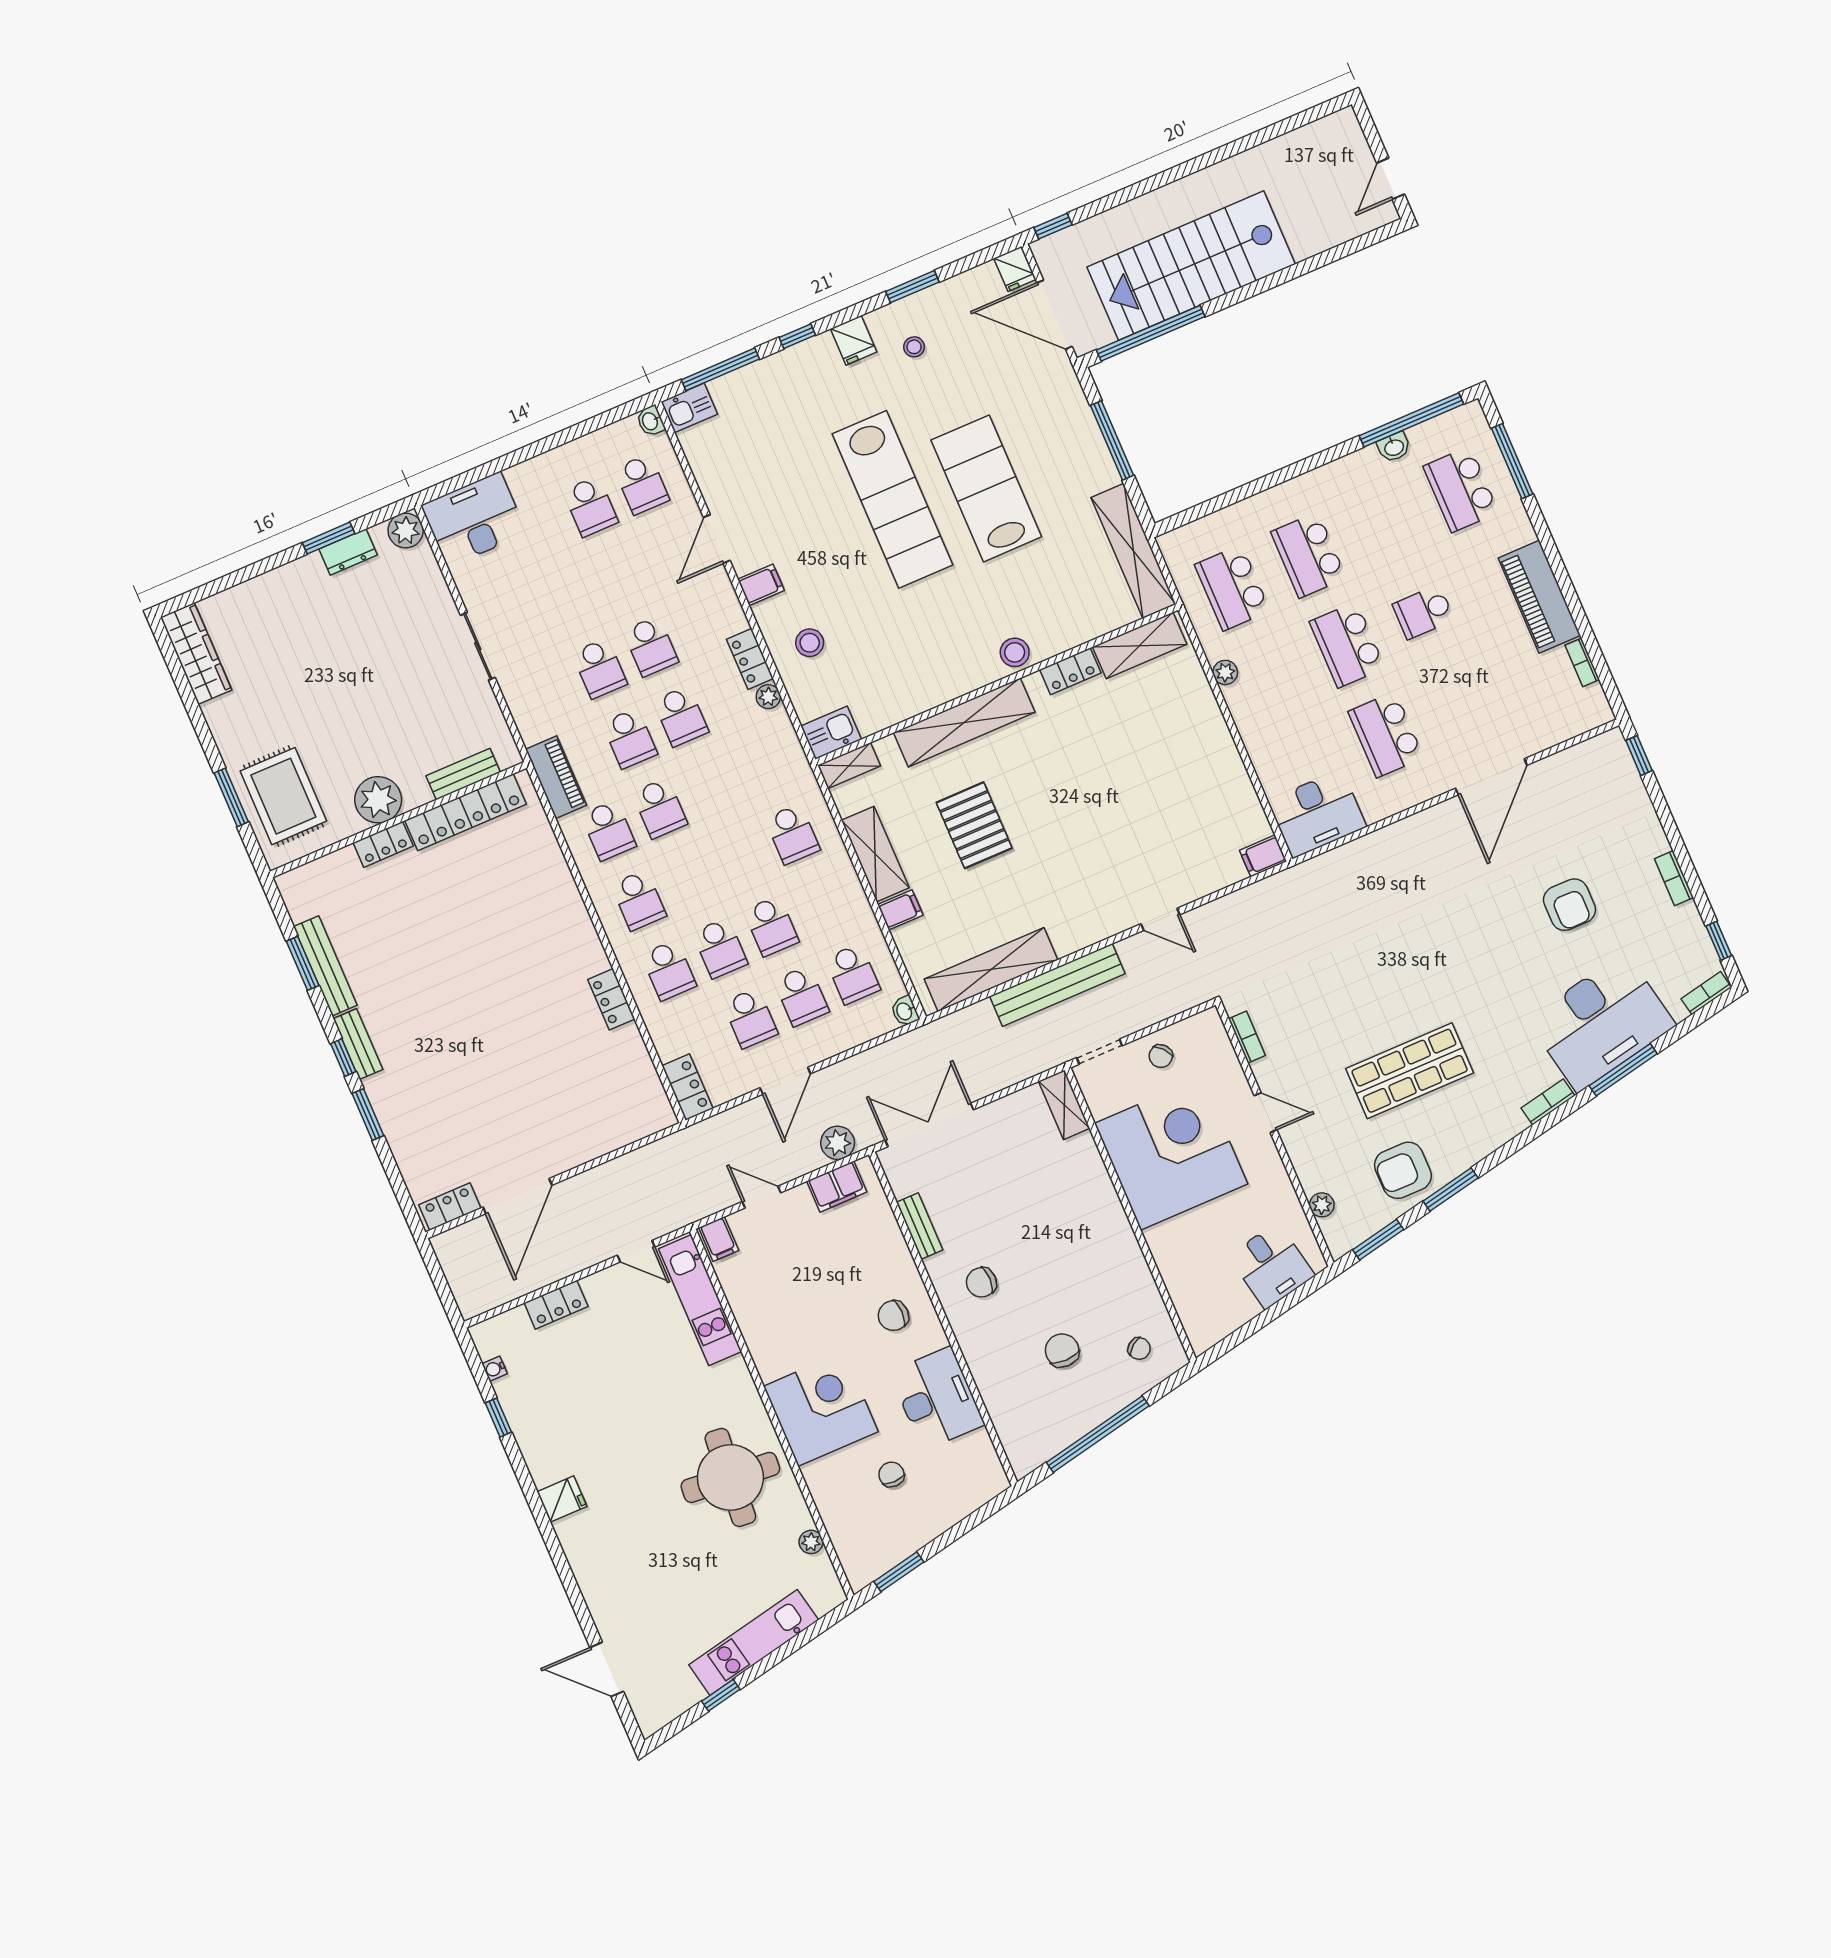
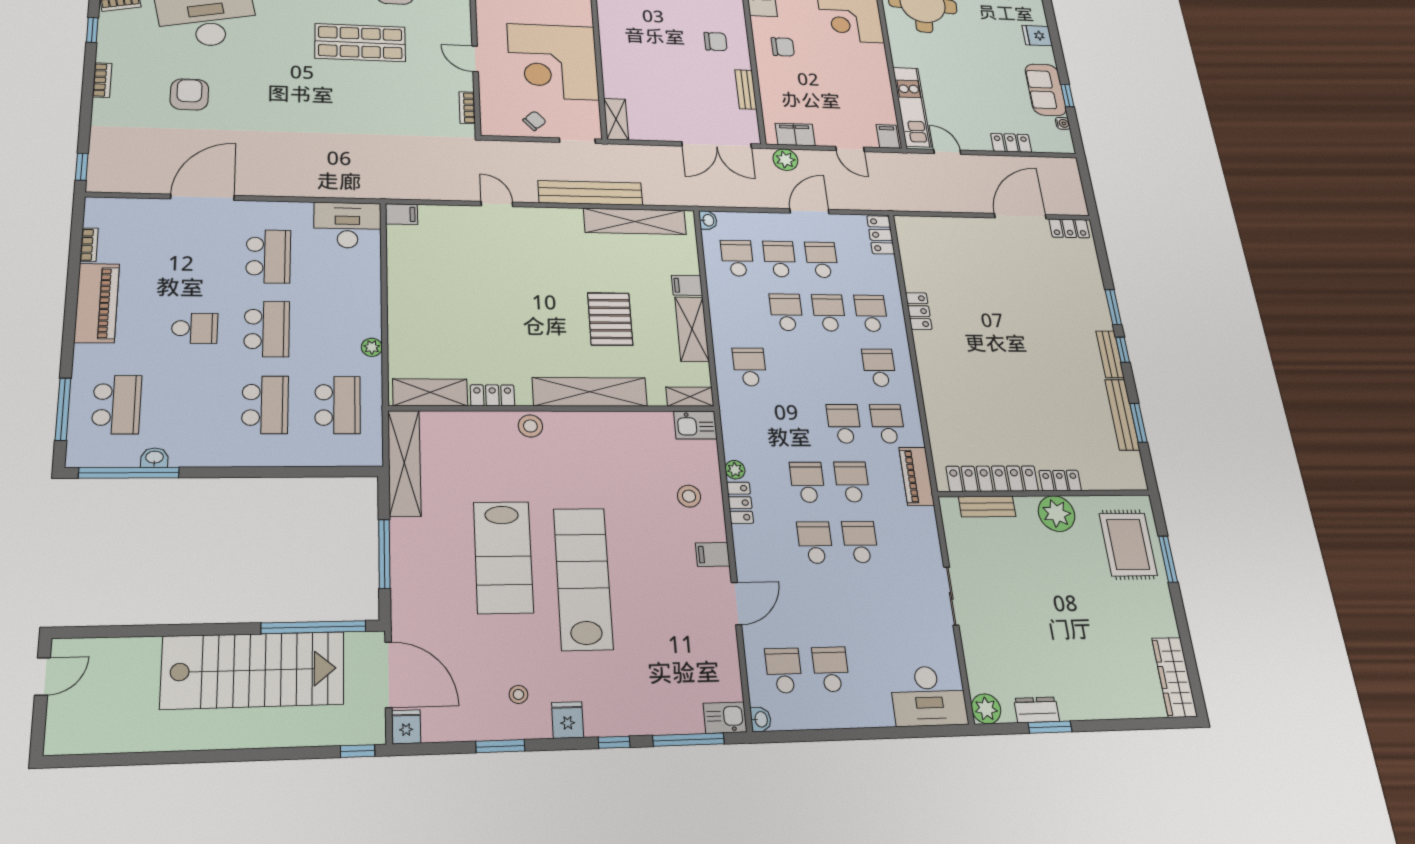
sofa: (530, 1413) -> (1046, 90), added

